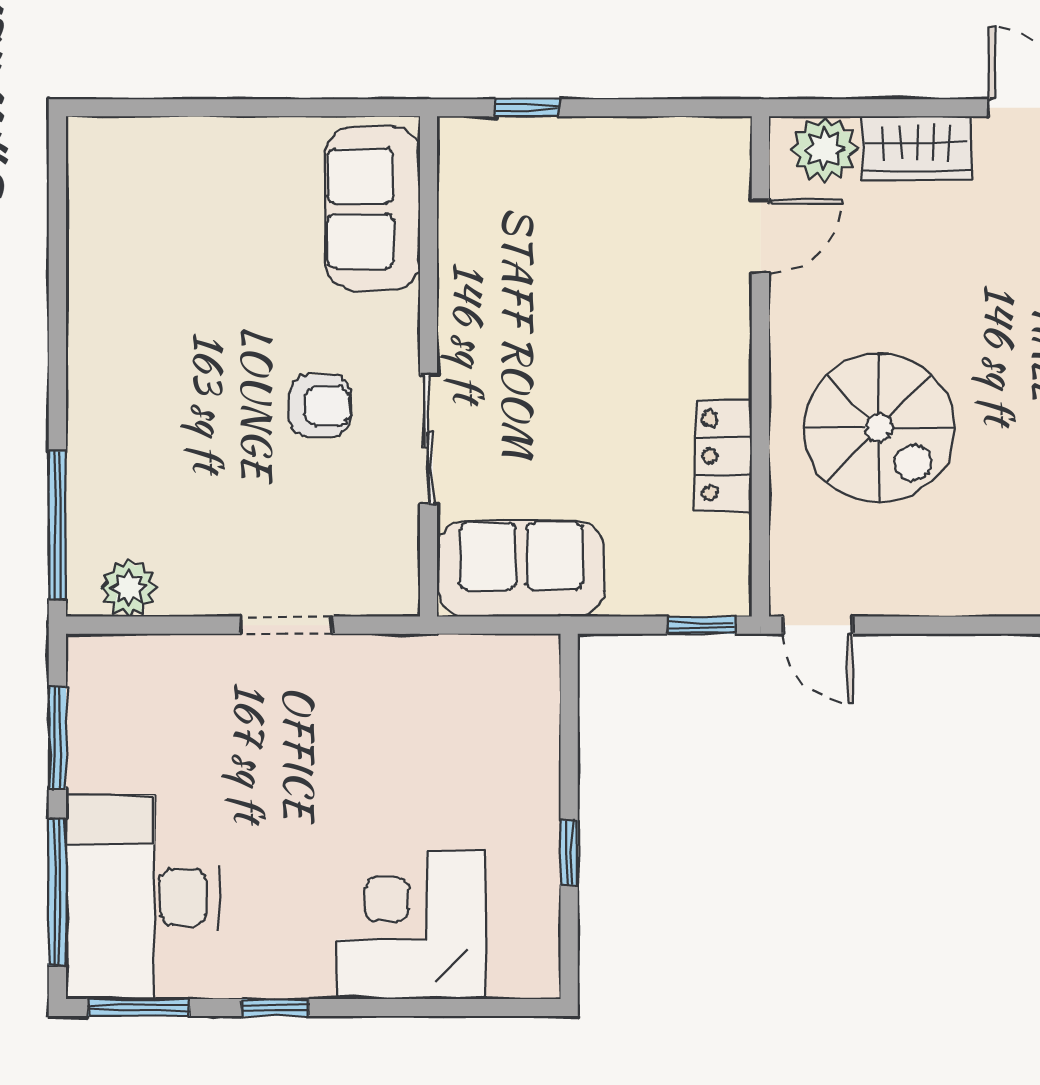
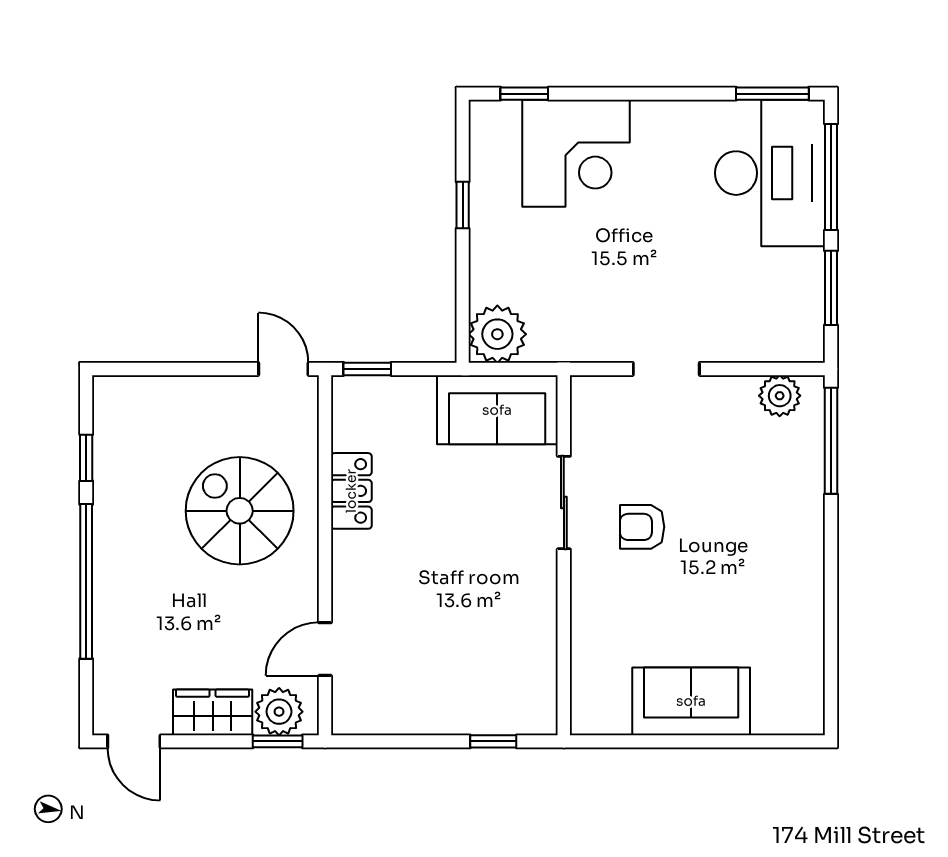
window: (826, 108) -> (278, 741), added
sofa: (373, 208) -> (691, 701), moved, turned -90
plant: (521, 673) -> (497, 334), added
window: (275, 1008) -> (524, 94), moved

